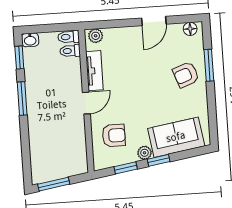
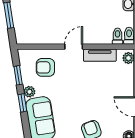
door: (86, 103) -> (74, 47), swing flipped
armchair: (114, 135) -> (45, 67), turned 90

